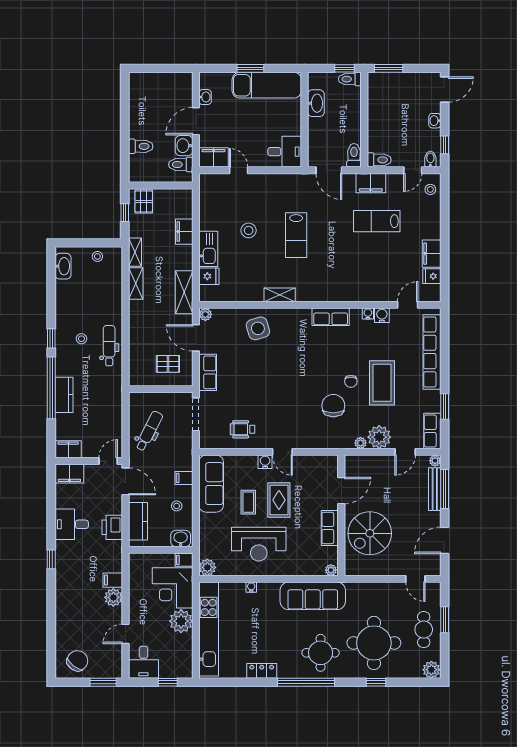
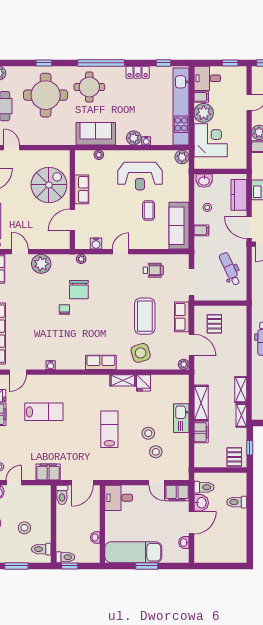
window: (389, 68) -> (16, 566), moved
washbasin: (316, 103) -> (95, 537), width x0.52, depth x0.69
stool: (400, 115) -> (24, 528), added
toilet: (379, 160) -> (41, 549), moved
door: (329, 170) -> (83, 483), swing flipped
stool: (239, 208) -> (156, 452), added
lab bench: (377, 221) -> (44, 412), moved
fridge: (209, 276) -> (143, 383), moved, turned -90
shelving: (184, 292) -> (201, 403), moved
water cooler: (382, 315) -> (39, 364), removed
row of seats: (331, 317) -> (101, 362), moved
pallet: (168, 364) -> (214, 324), turned 90
coffee table: (382, 383) -> (145, 316), moved
dental chair: (149, 431) -> (230, 269), turned 128
plant: (360, 443) -> (81, 259), moved
door: (282, 452) -> (121, 252), hinge flipped
door: (405, 452) -> (20, 252), hinge flipped
water cooler: (265, 462) -> (96, 244), moved
rug: (279, 500) -> (123, 212), removed
reception desk: (259, 544) -> (140, 176), turned 180
filing cabinet: (184, 560) -> (201, 97), moved
plant: (331, 570) -> (99, 155), moved
plant: (266, 591) -> (134, 138), added
sofa: (313, 596) -> (96, 134), width x0.73
desk: (143, 662) -> (207, 78), moved, turned -90
window: (168, 682) -> (230, 63), moved
window: (230, 682) -> (164, 63), added

